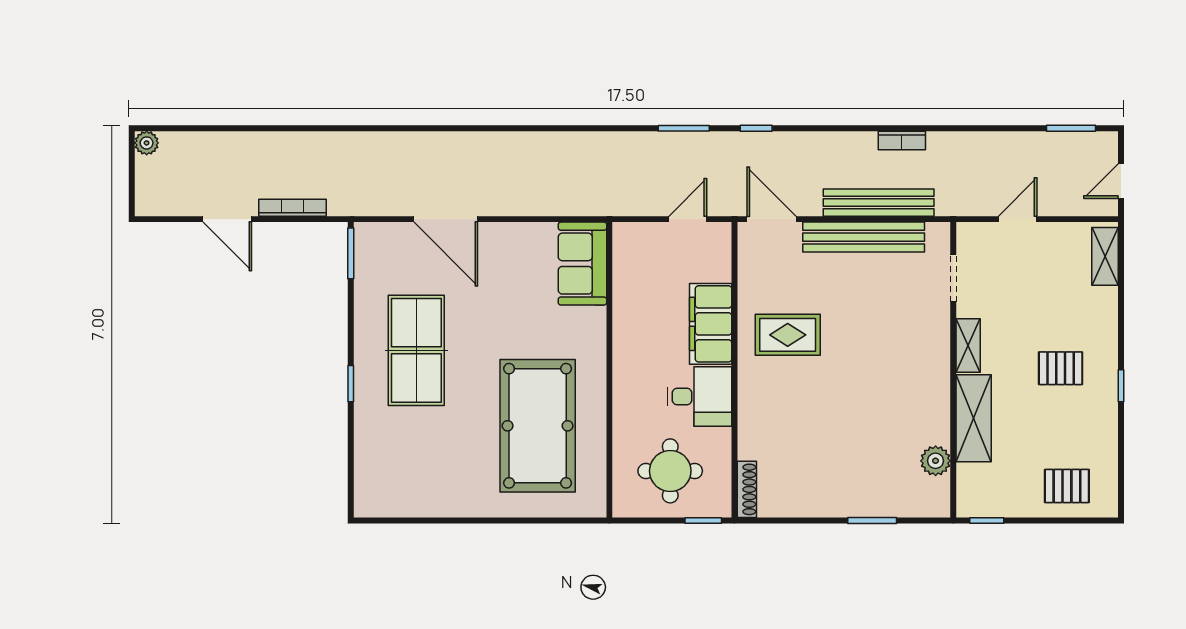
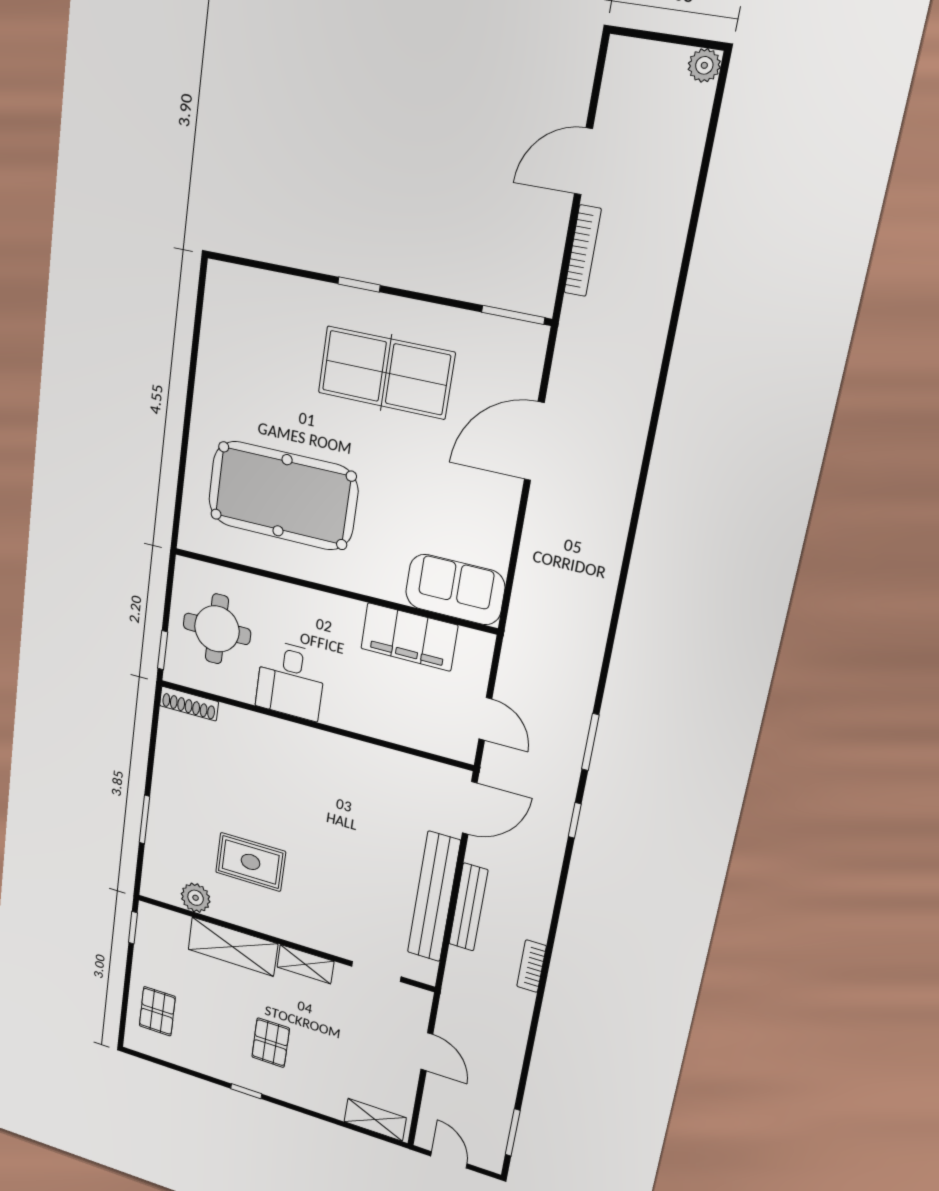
bench: (879, 203) -> (468, 907), width x0.73, depth x0.82
filing cabinet: (711, 324) -> (409, 637), moved, turned 180
rug: (788, 335) -> (251, 862), moved, turned 90

